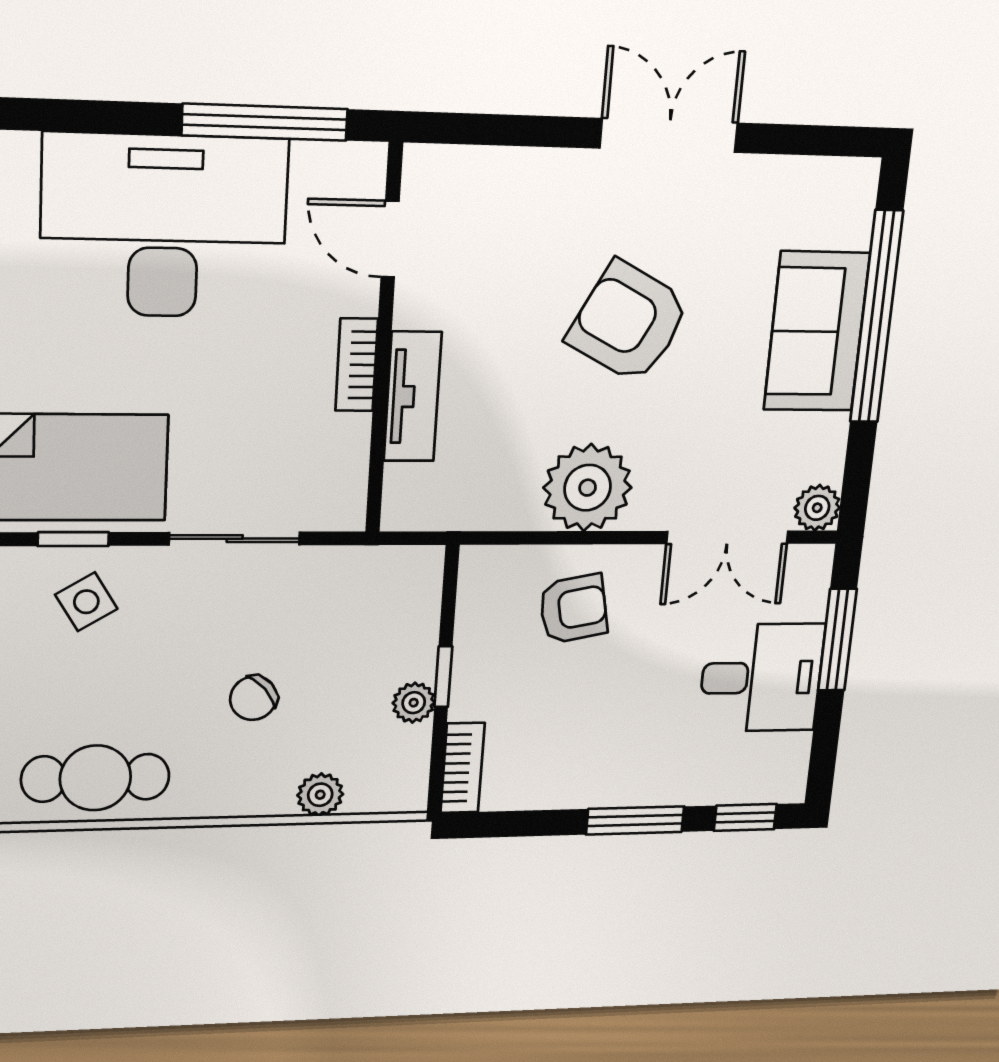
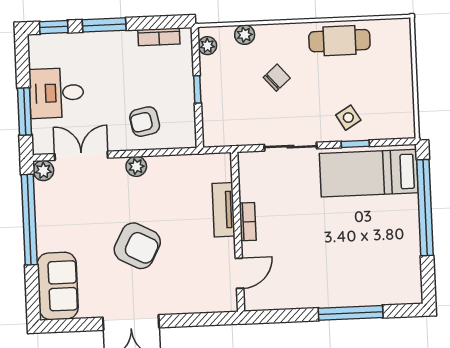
window: (265, 122) -> (351, 313), moved
desk: (164, 226) -> (329, 272), removed
door: (390, 239) -> (239, 273), hinge flipped
window: (876, 317) -> (29, 220), moved
sofa: (817, 332) -> (58, 286), moved
plant: (588, 488) -> (136, 166), width x0.53, depth x0.53
plant: (414, 703) -> (207, 46), moved
bookcase: (462, 768) -> (159, 37), moved, turned -90

